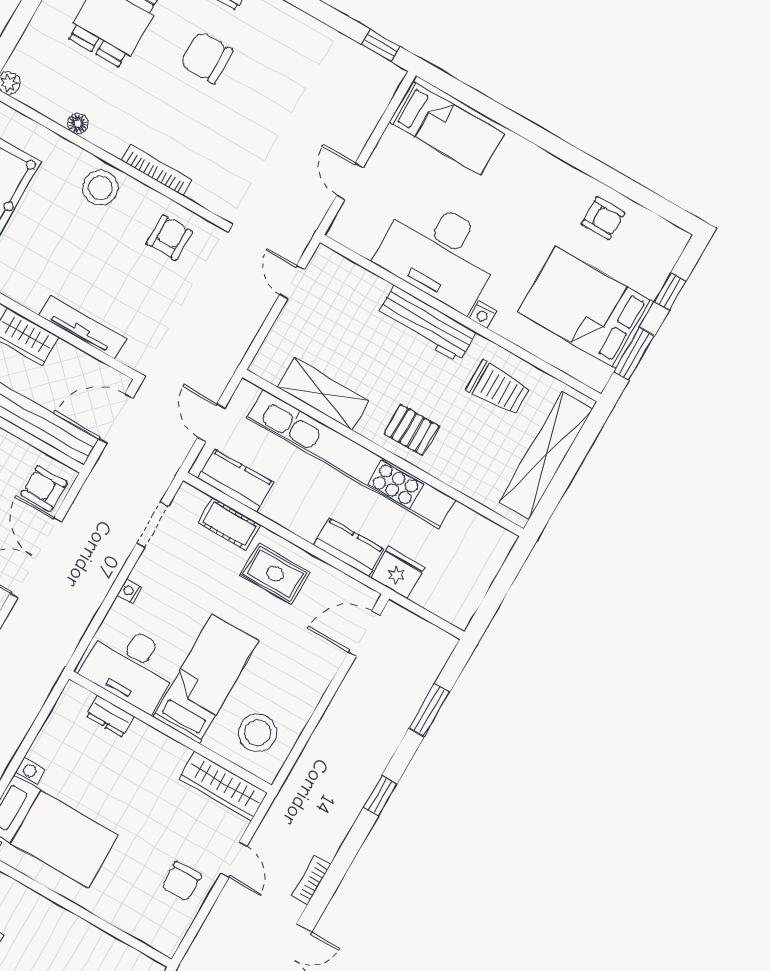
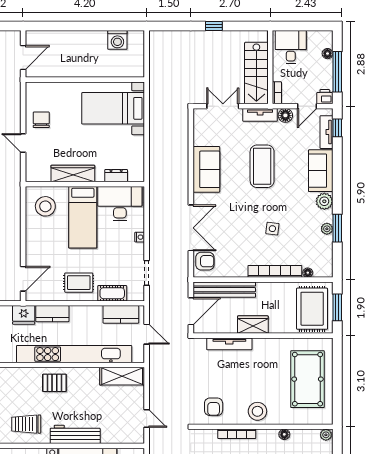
shelving: (323, 394) -> (122, 376), moved
wardrobe: (223, 786) -> (73, 173), moved

